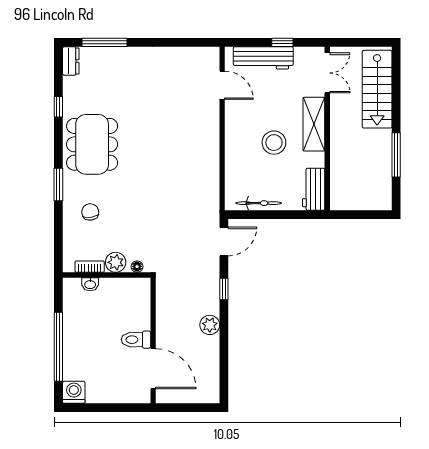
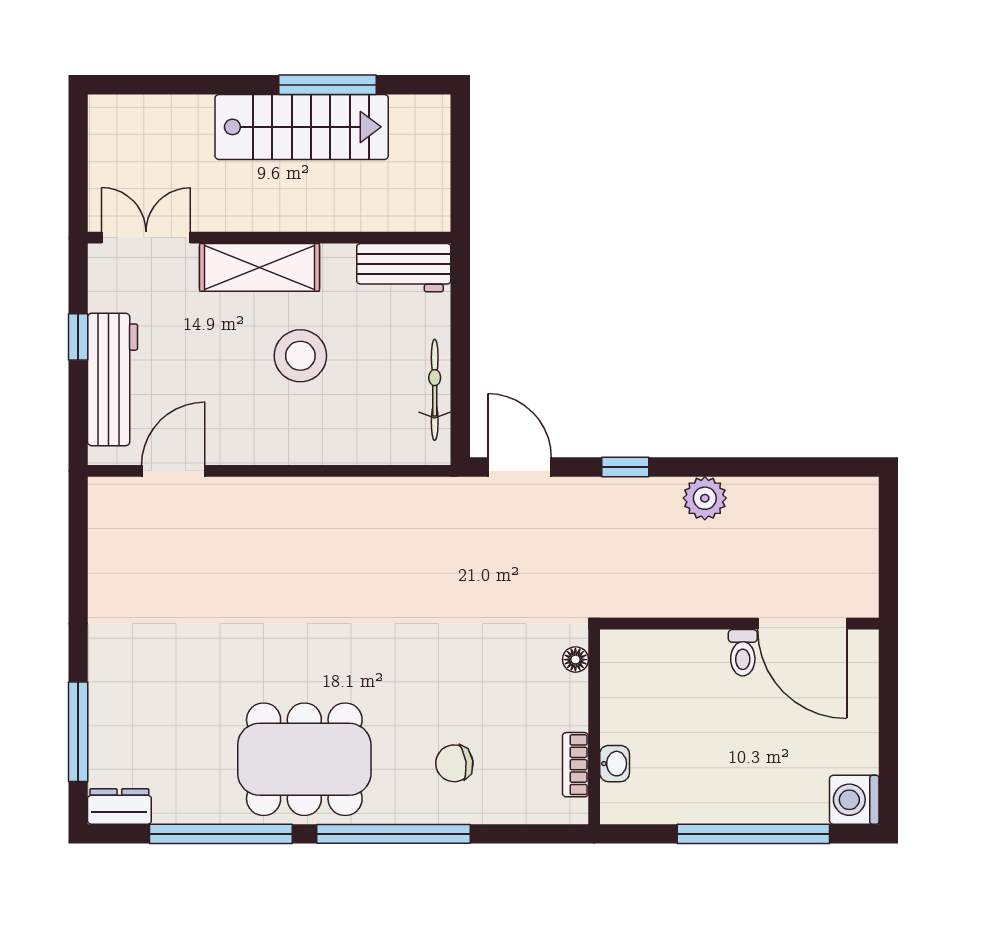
stairs: (377, 89) -> (302, 127), moved
window: (58, 107) -> (221, 834), width x3.17
window: (58, 185) -> (394, 834), width x2.11
plant: (116, 262) -> (566, 707), removed
toilet: (136, 340) -> (743, 653), width x0.73, depth x0.72
door: (153, 369) -> (802, 624), swing flipped

